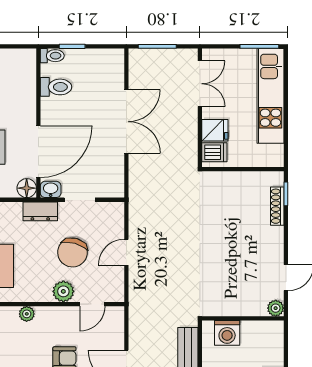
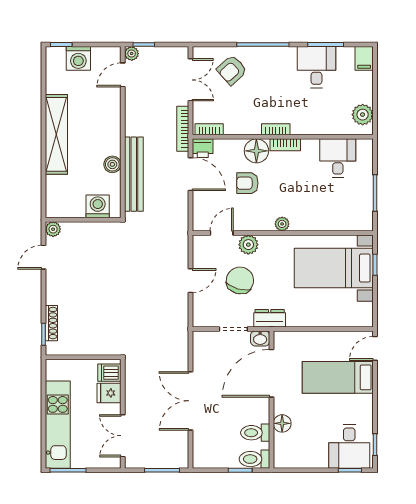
toilet: (52, 56) -> (254, 459), width x1.37, depth x1.39
floor lamp: (27, 188) -> (282, 423), moved

